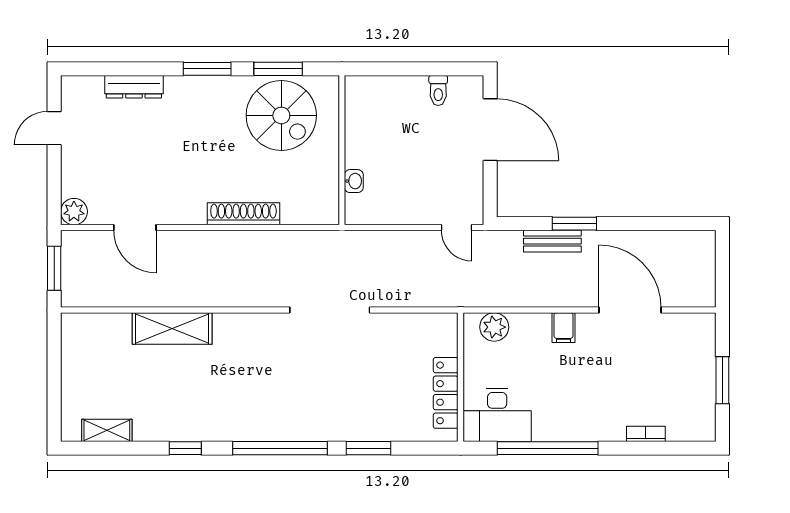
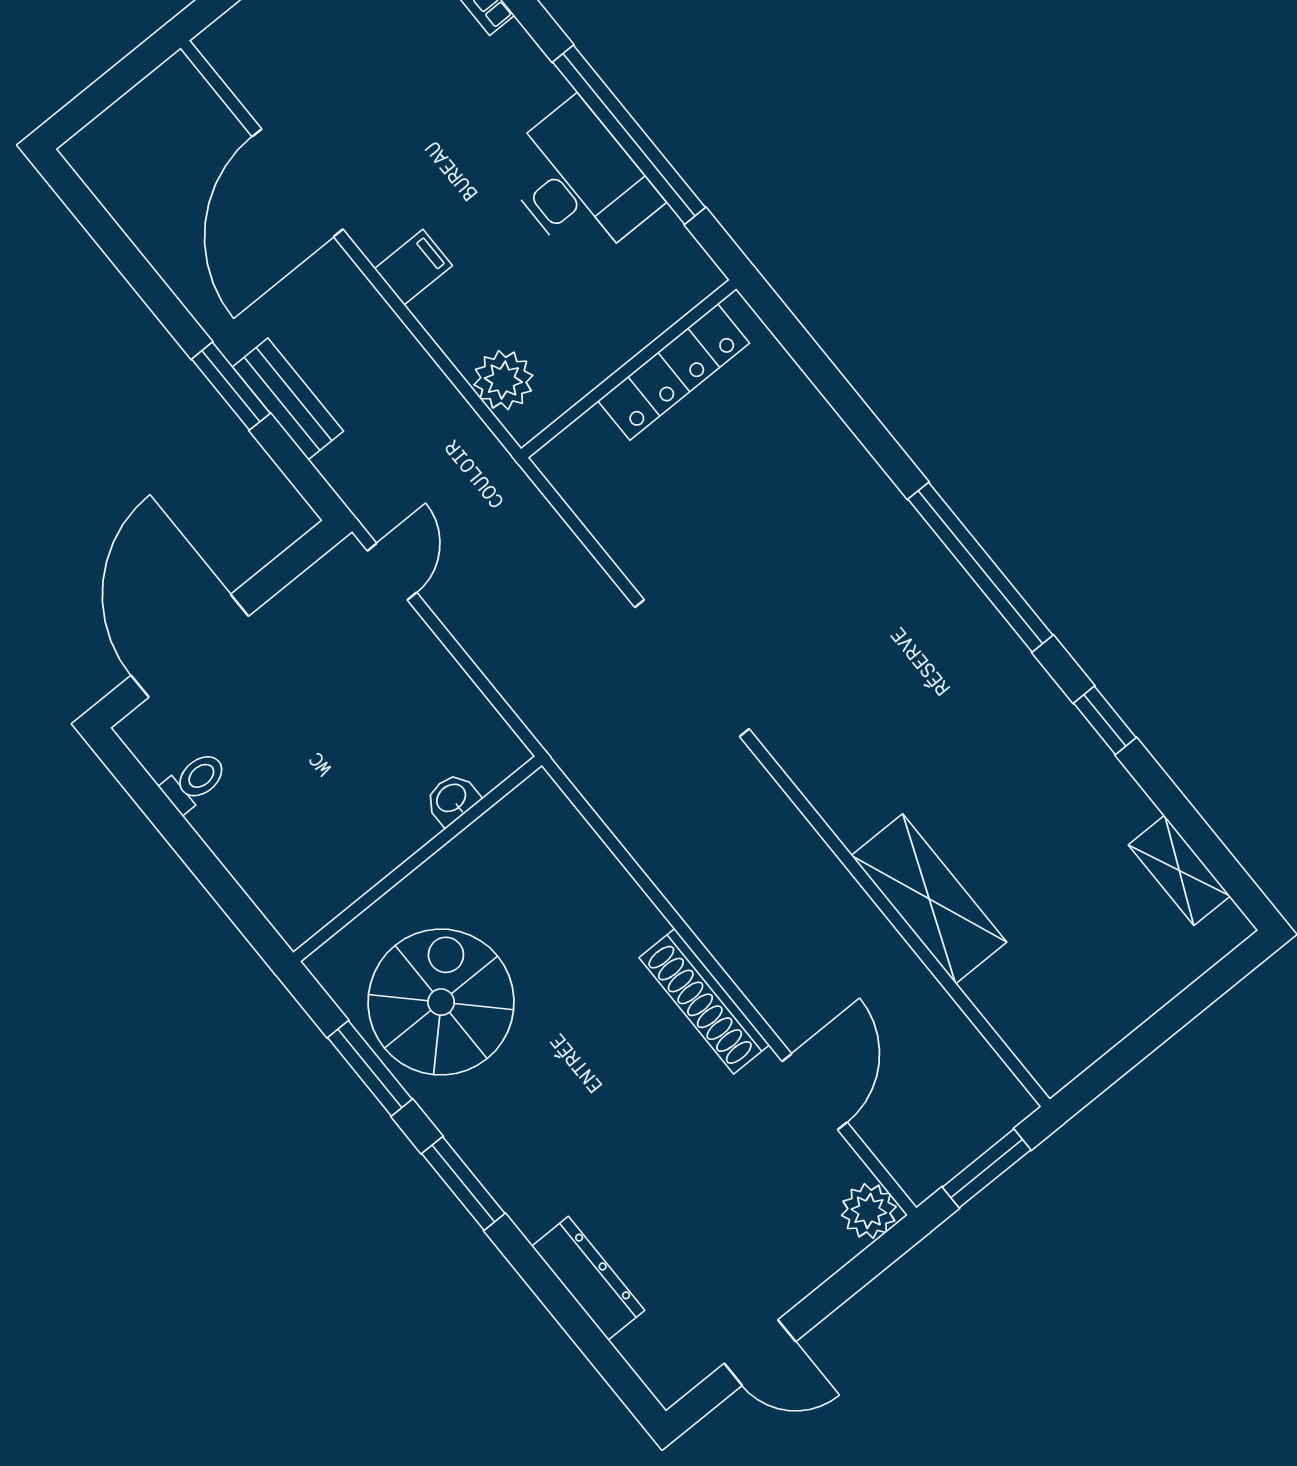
shoe rack: (243, 214) -> (704, 1001), moved
desk: (497, 415) -> (579, 182), moved
window: (369, 448) -> (864, 424), removed

